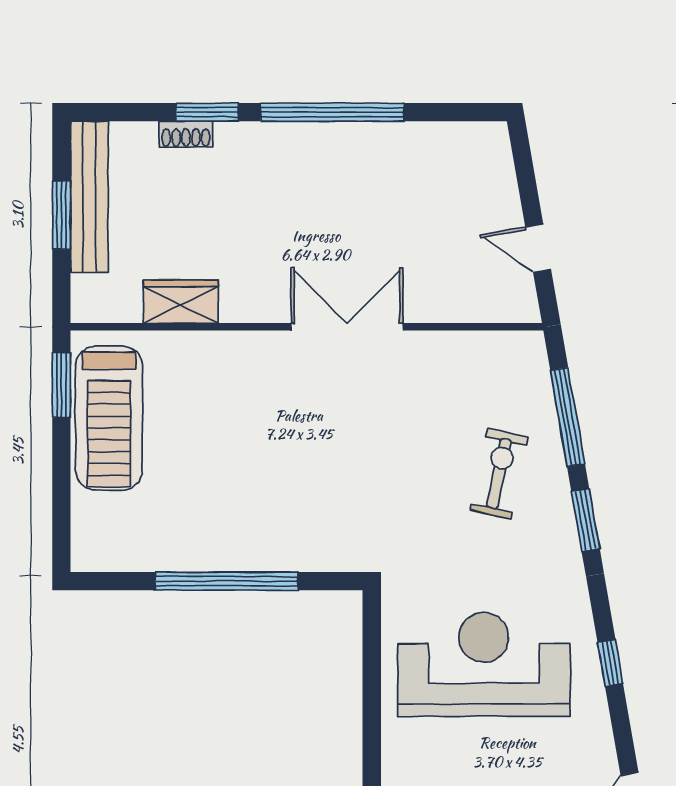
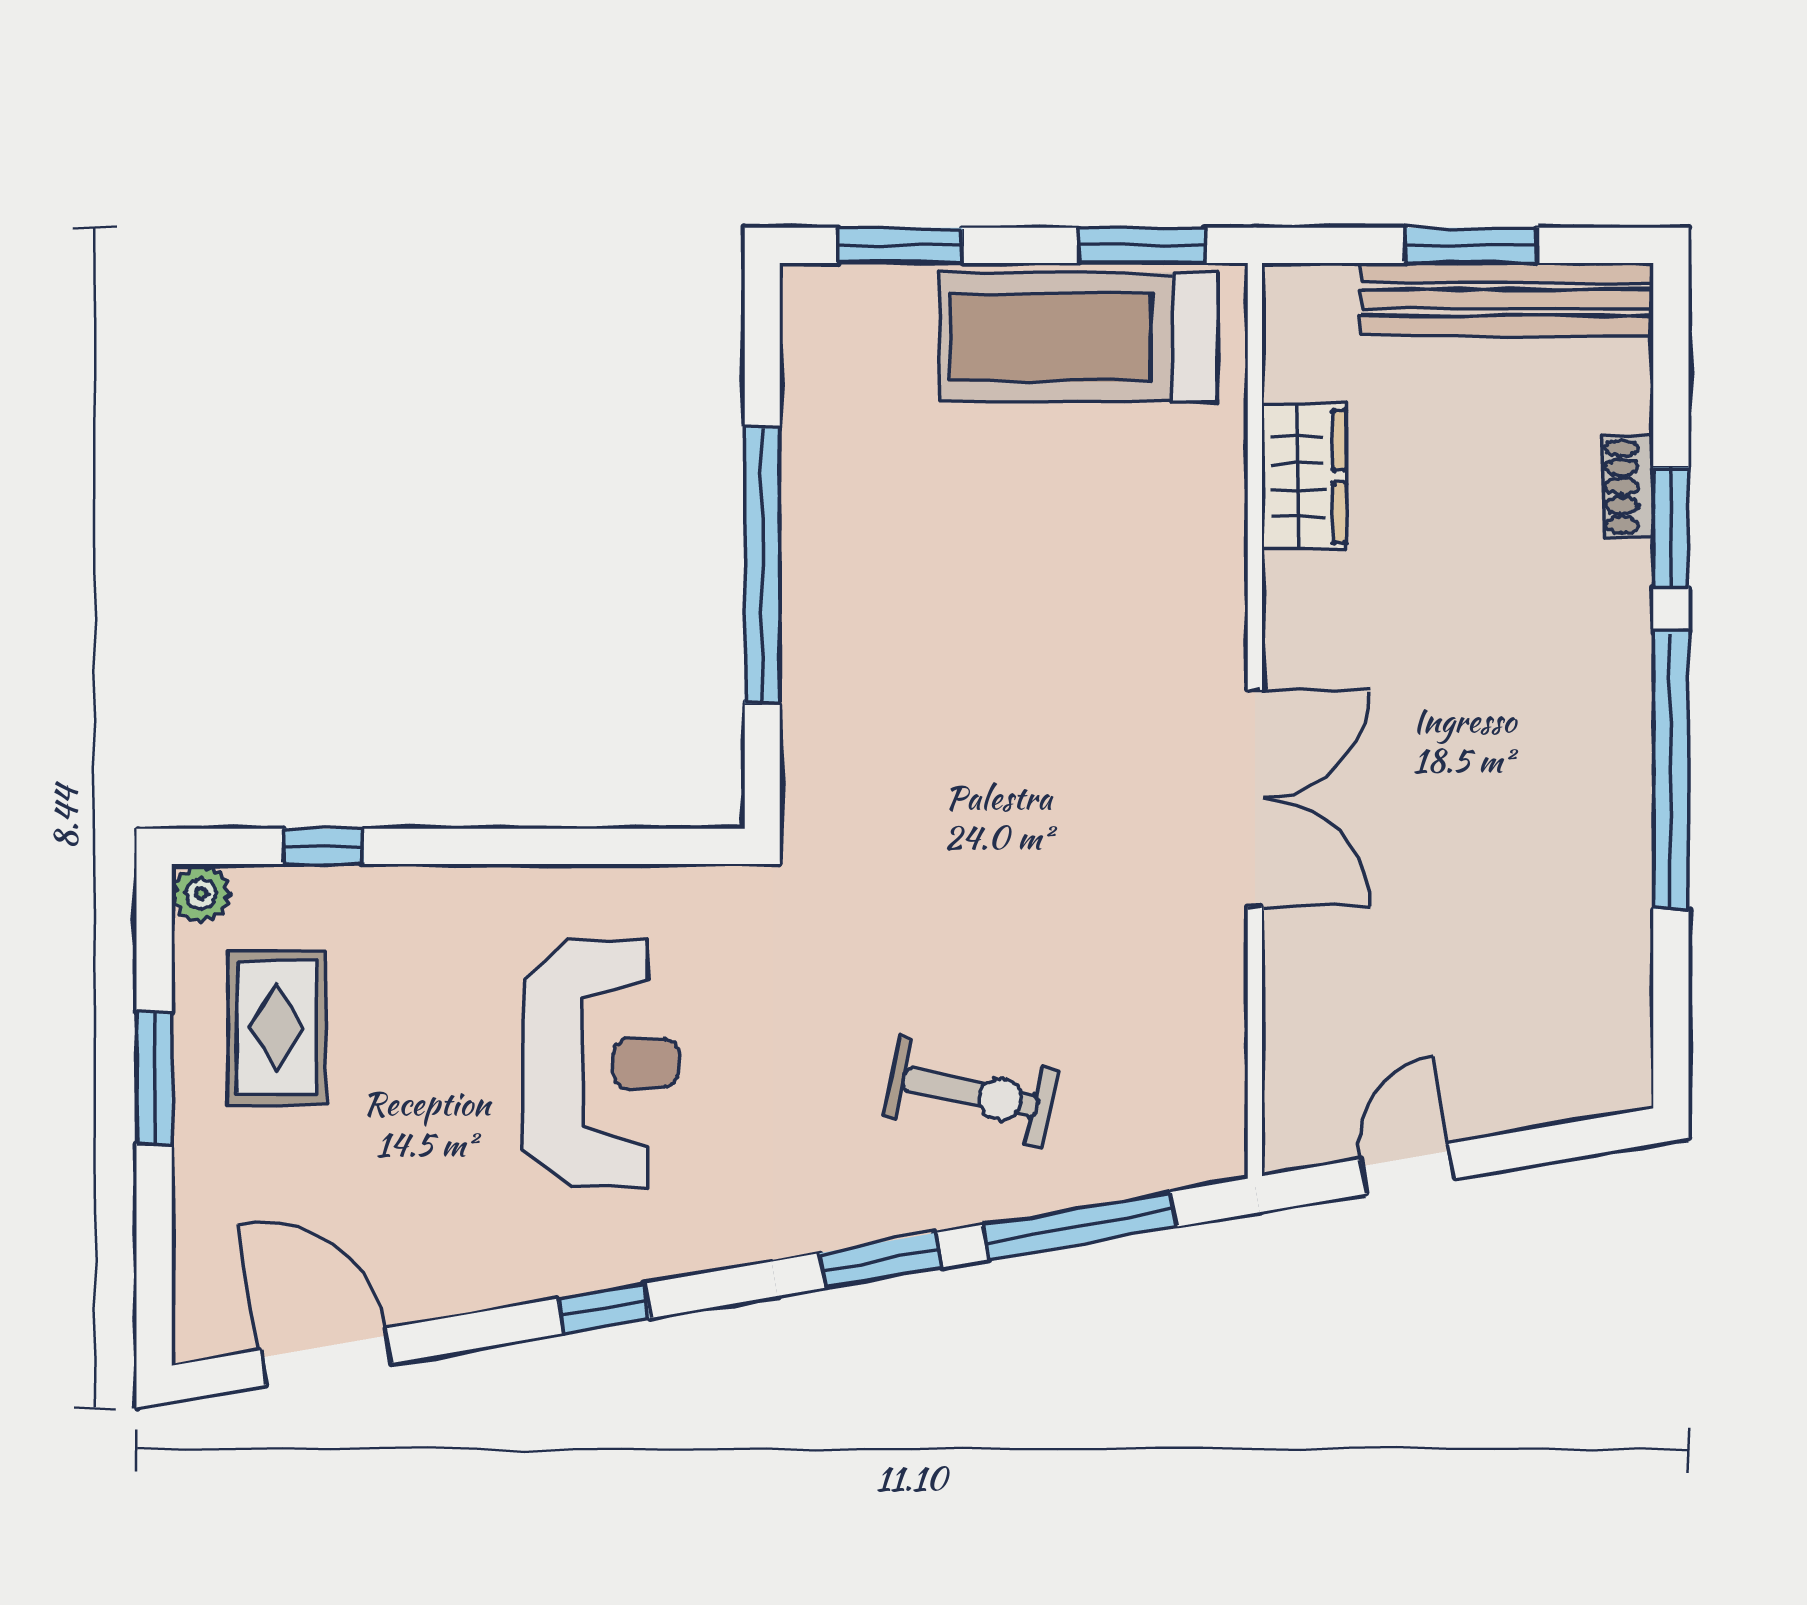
window: (61, 510) -> (900, 245), added
reception desk: (484, 664) -> (601, 1063), width x0.74, depth x0.77

